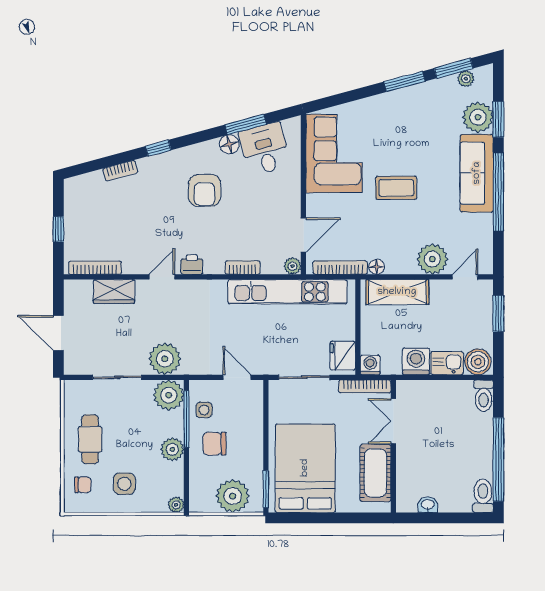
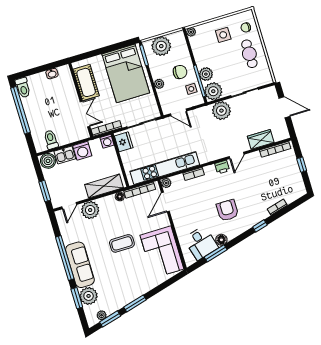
toilet: (484, 396) -> (51, 140), moved
plant: (255, 434) -> (159, 84), added
plant: (172, 449) -> (206, 74), moved

